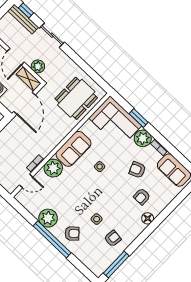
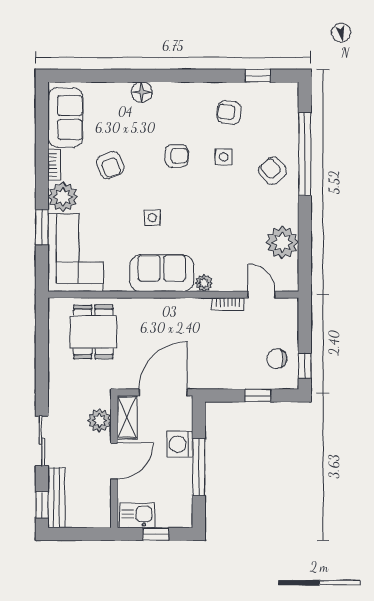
dining table: (76, 98) -> (93, 332), width x0.73
plant: (53, 168) -> (204, 283), width x0.53, depth x0.53
armchair: (142, 196) -> (177, 156), moved
plant: (48, 218) -> (282, 243), moved
floor lamp: (148, 218) -> (142, 92), moved
window: (52, 239) -> (305, 154), moved
window: (116, 264) -> (258, 76), width x0.46

